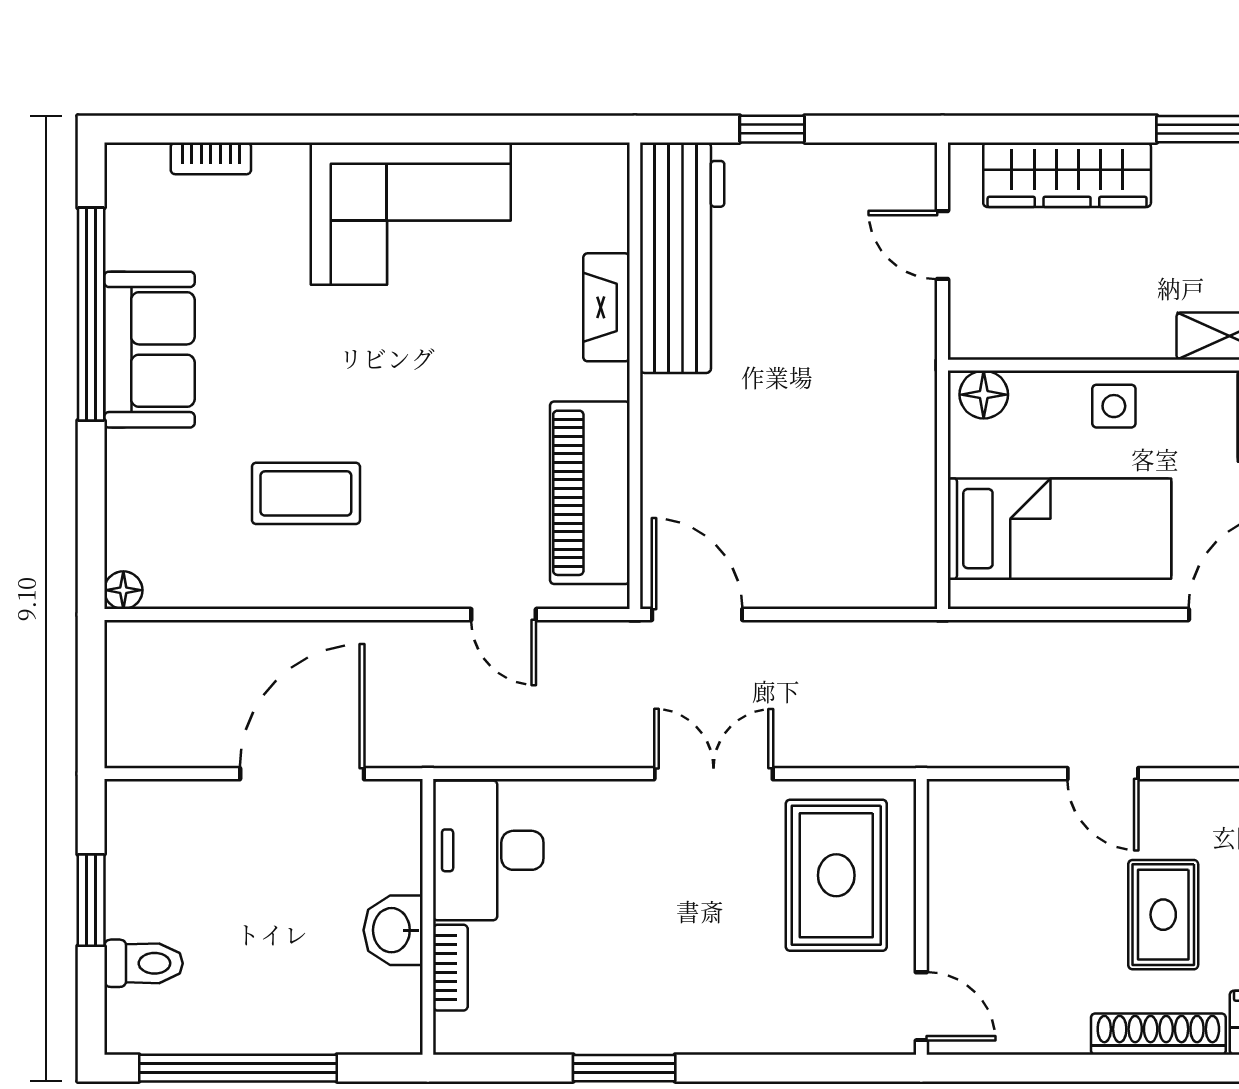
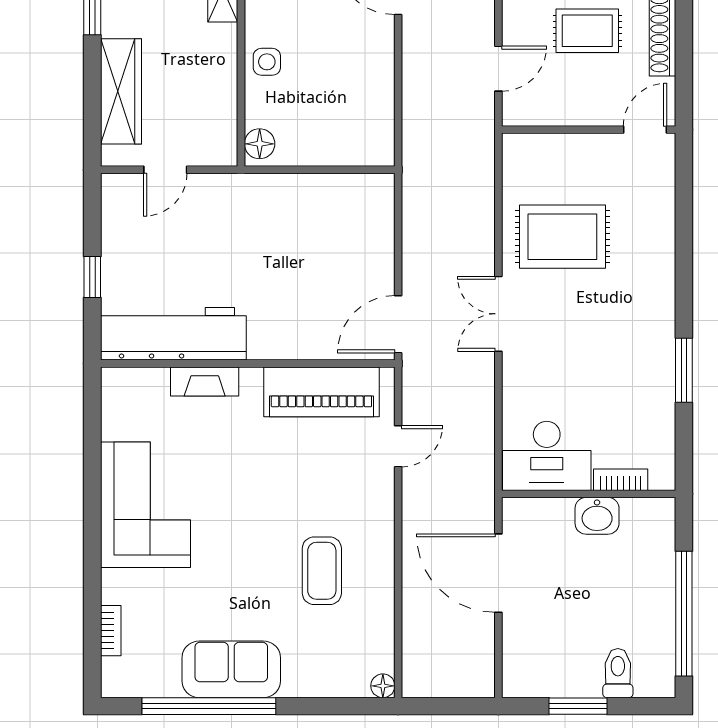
bed: (1059, 529) -> (344, 96), removed
wall: (921, 917) -> (589, 130), moved
door: (921, 1006) -> (645, 130), moved

